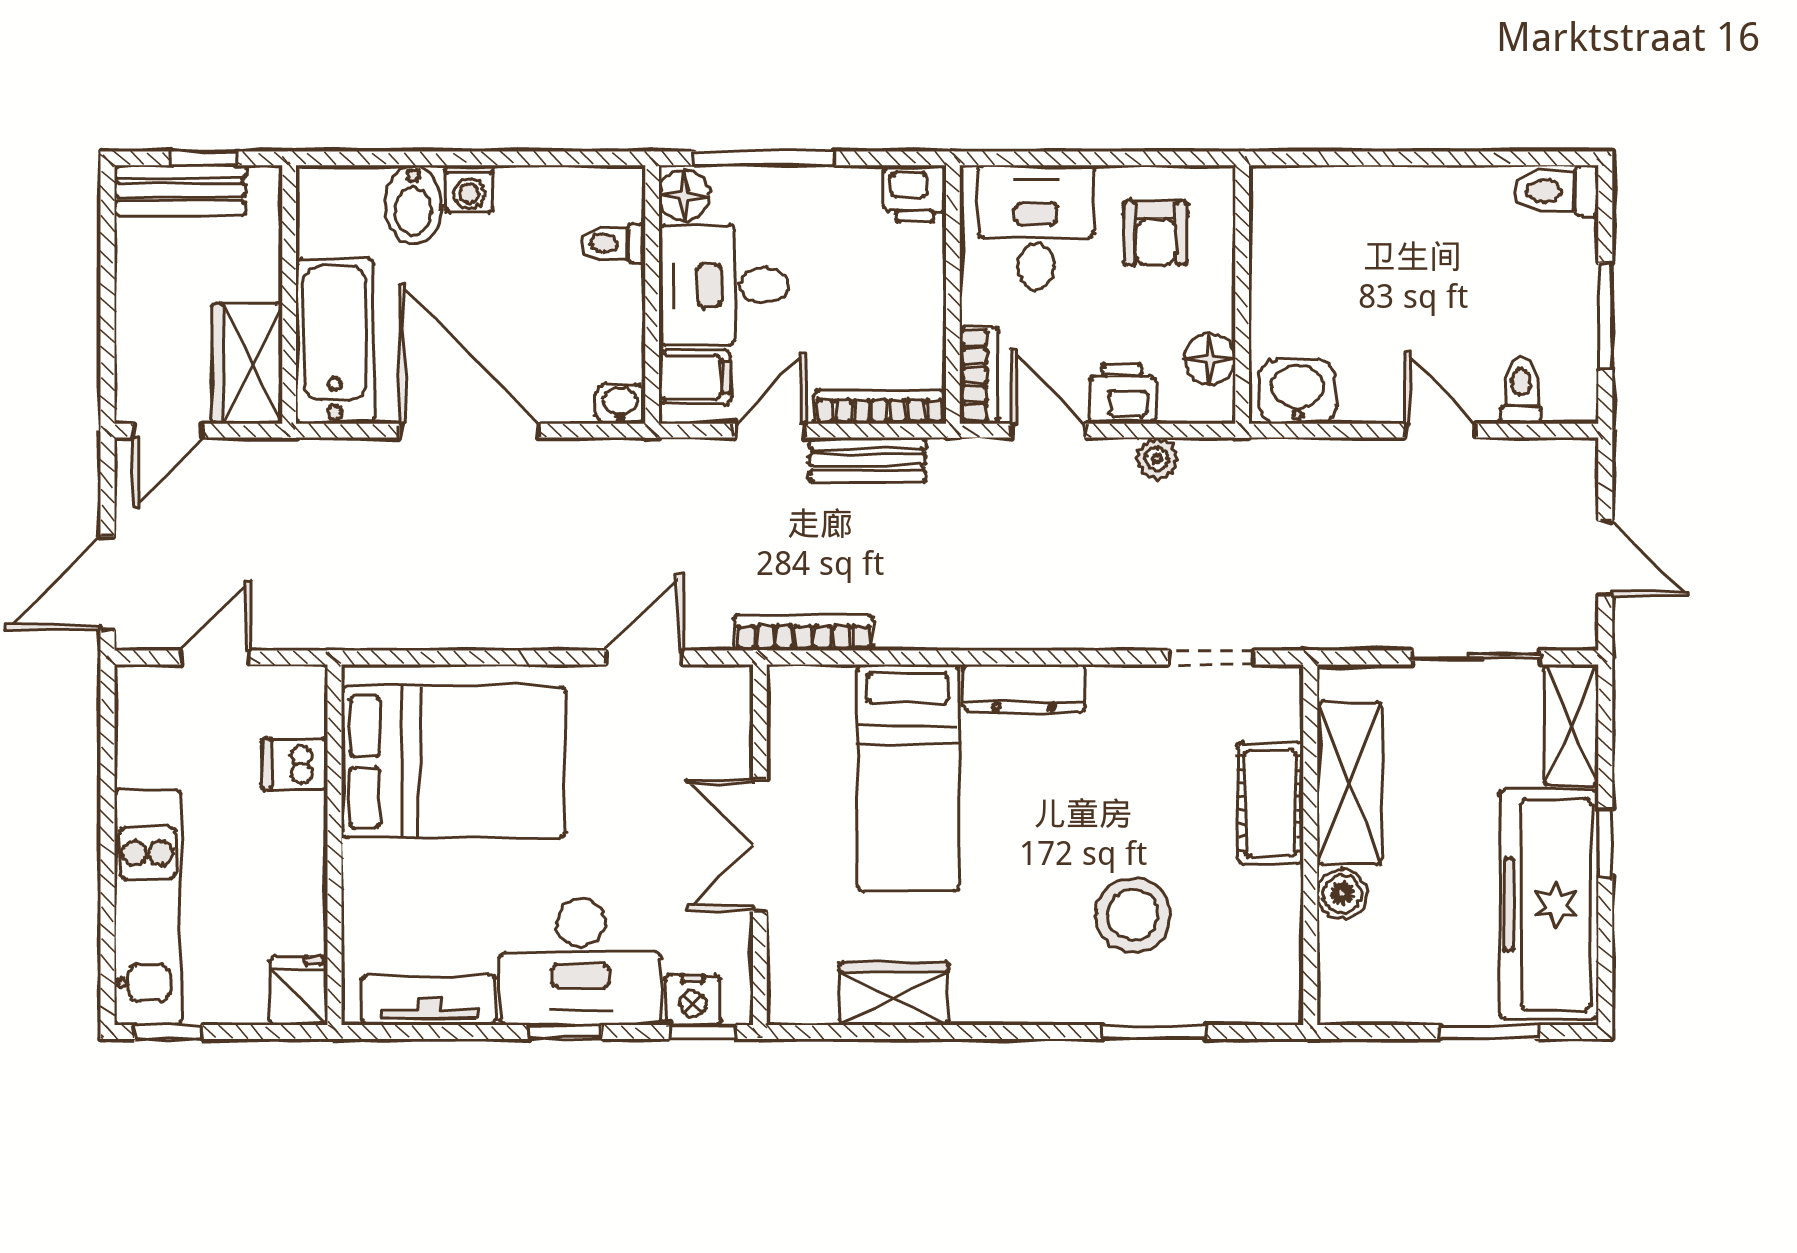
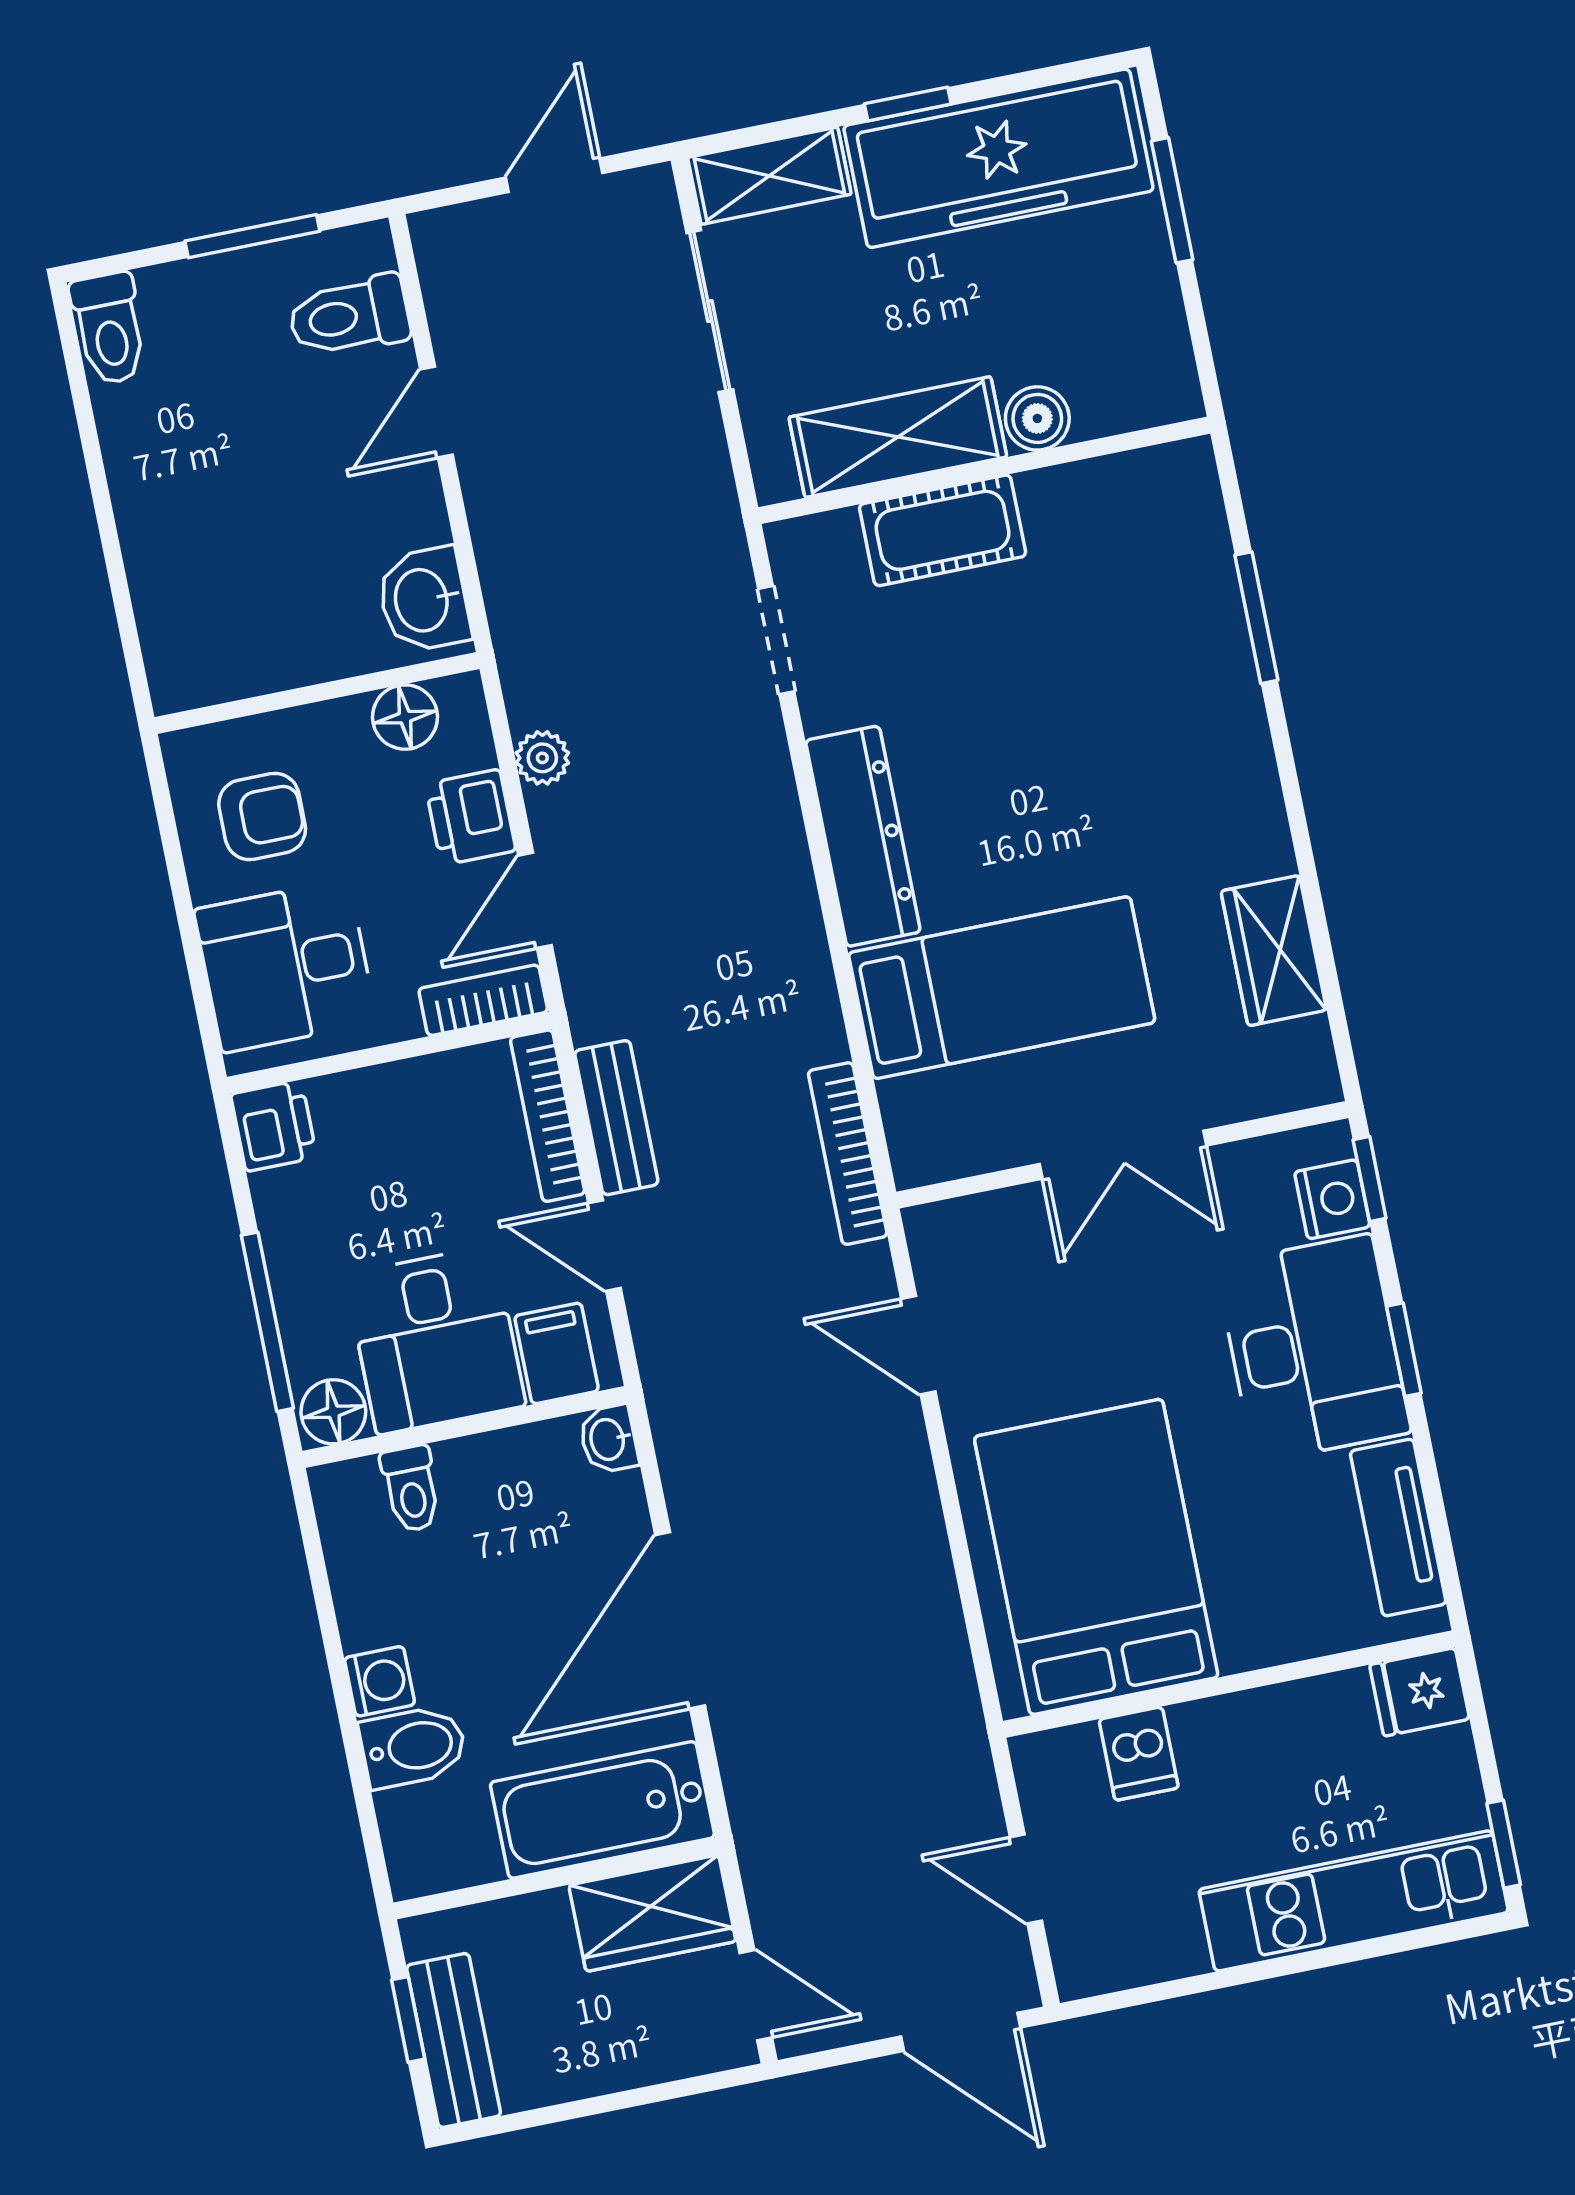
toilet: (1521, 391) -> (349, 316), width x1.37, depth x1.39
dresser: (1024, 688) -> (863, 836), width x1.37, depth x1.24
stool: (1133, 915) -> (1116, 674), removed

